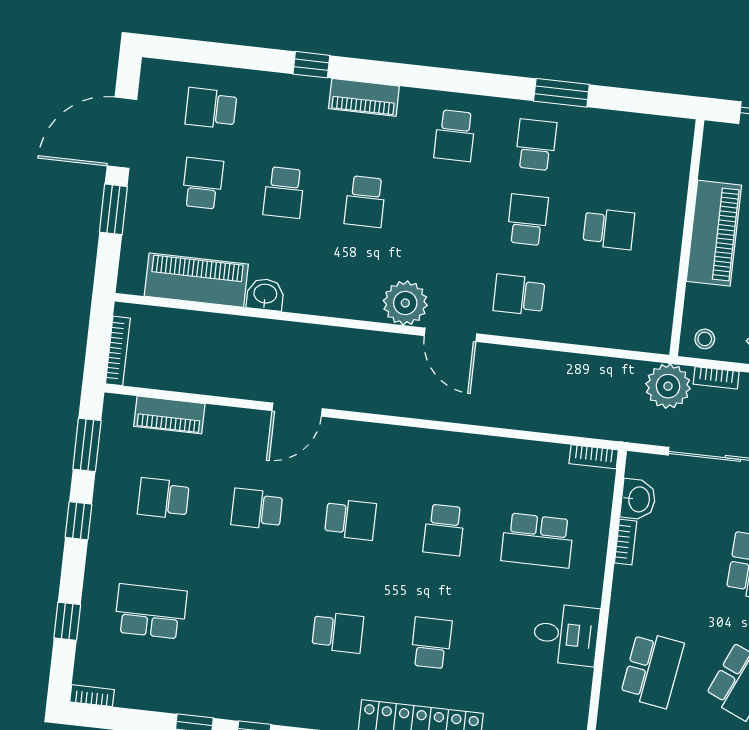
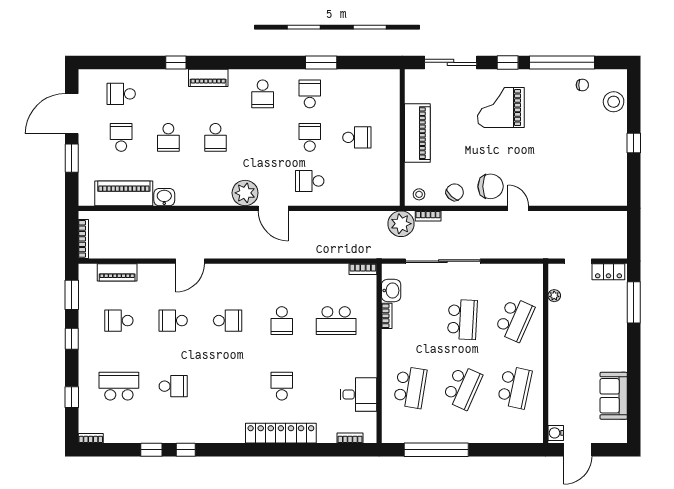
school desk: (338, 632) -> (173, 386), moved
desk: (566, 634) -> (358, 394), moved

